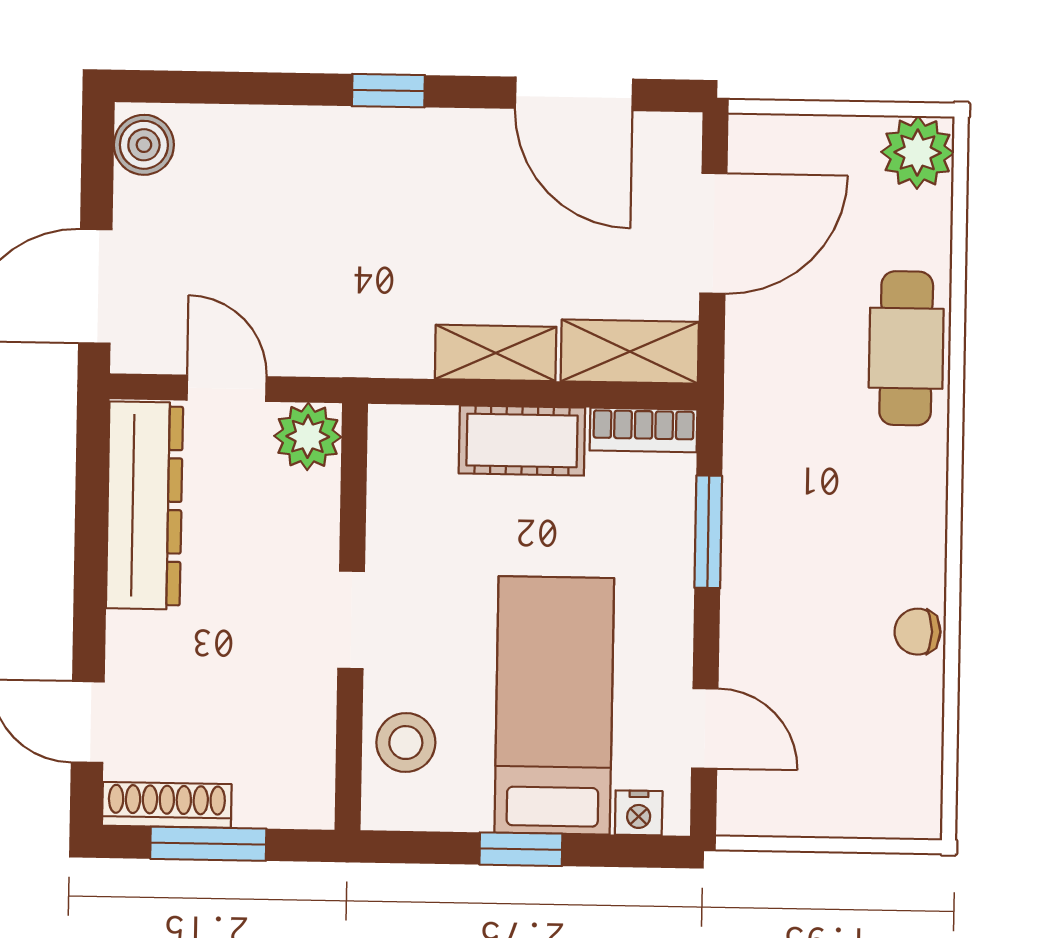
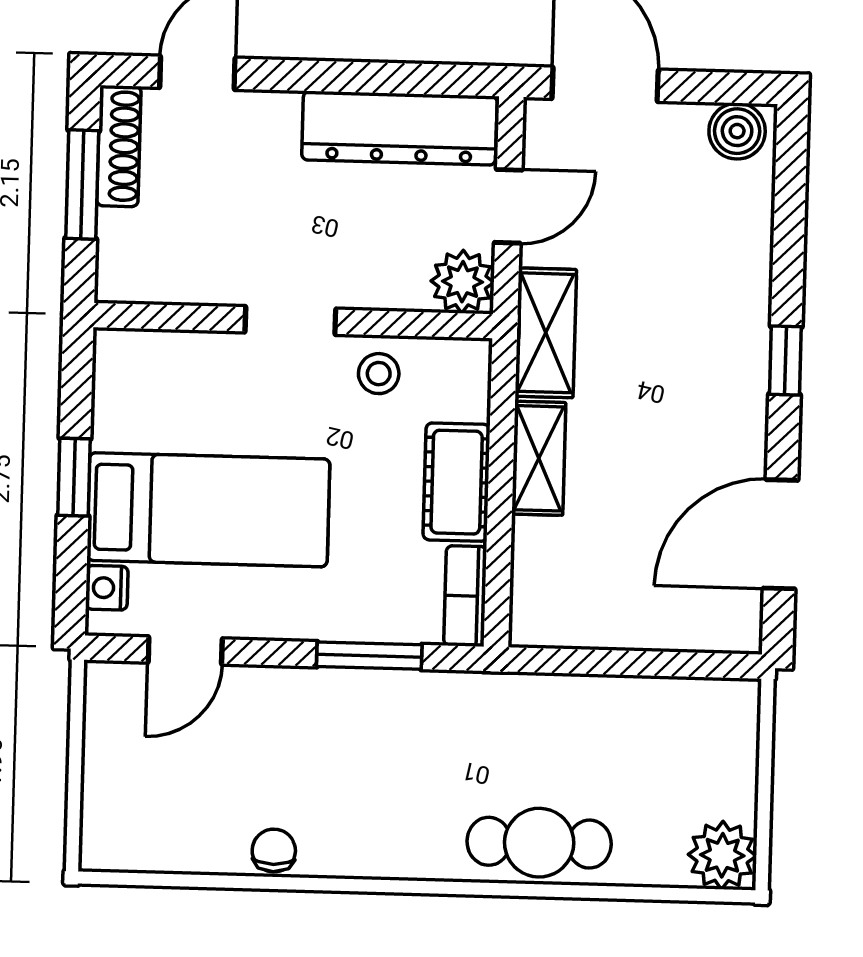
door: (713, 233) -> (649, 663), removed
shelving: (630, 352) -> (546, 333), moved
stool: (406, 743) -> (379, 374), moved, width x0.73, depth x0.73

